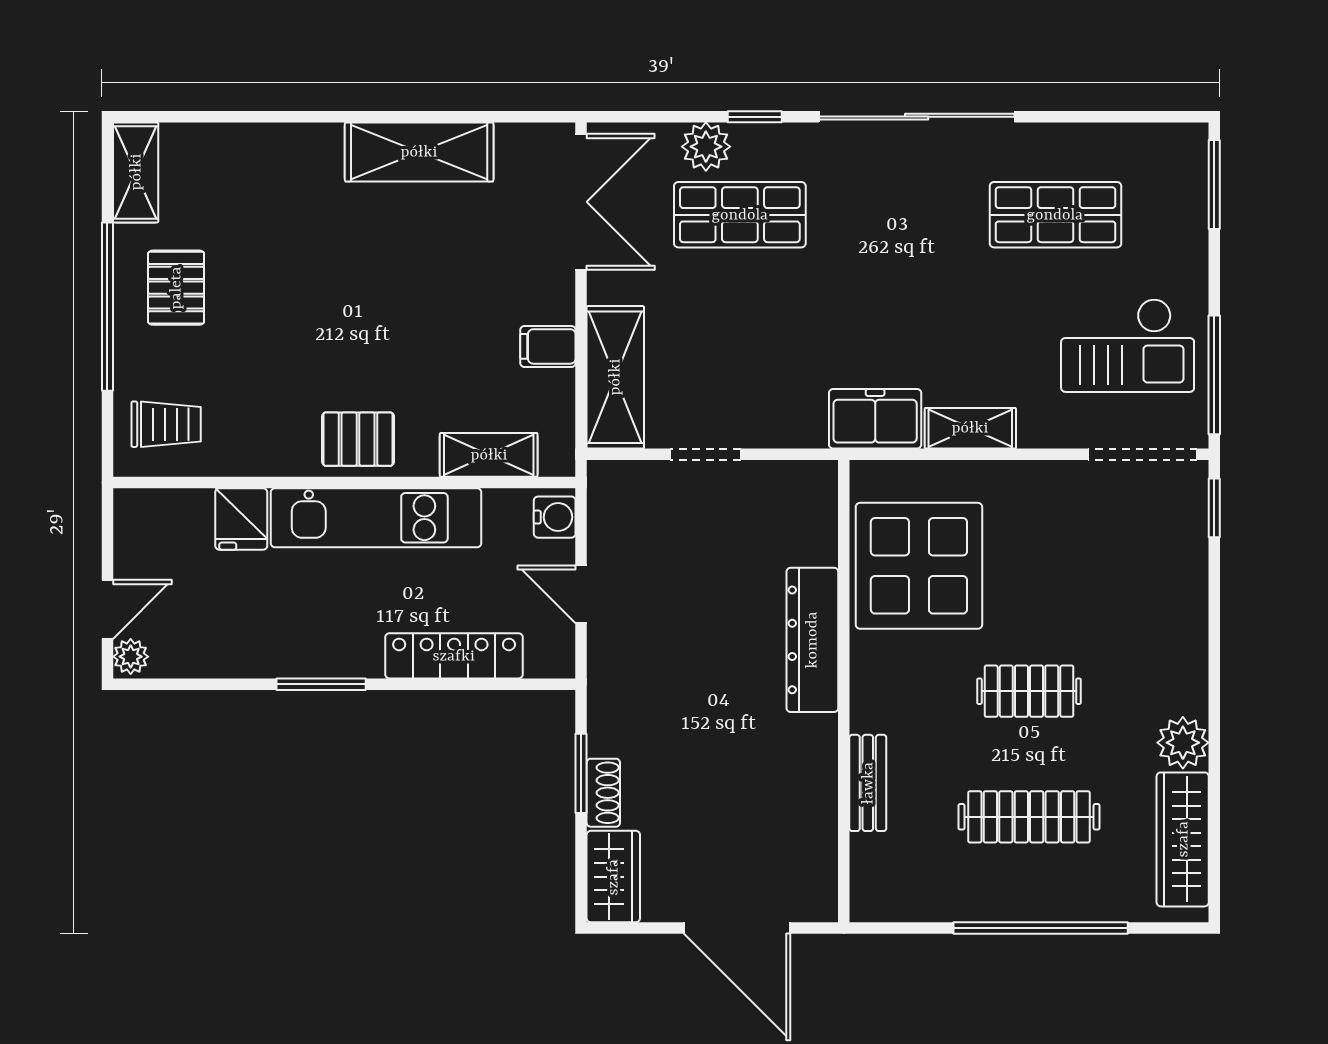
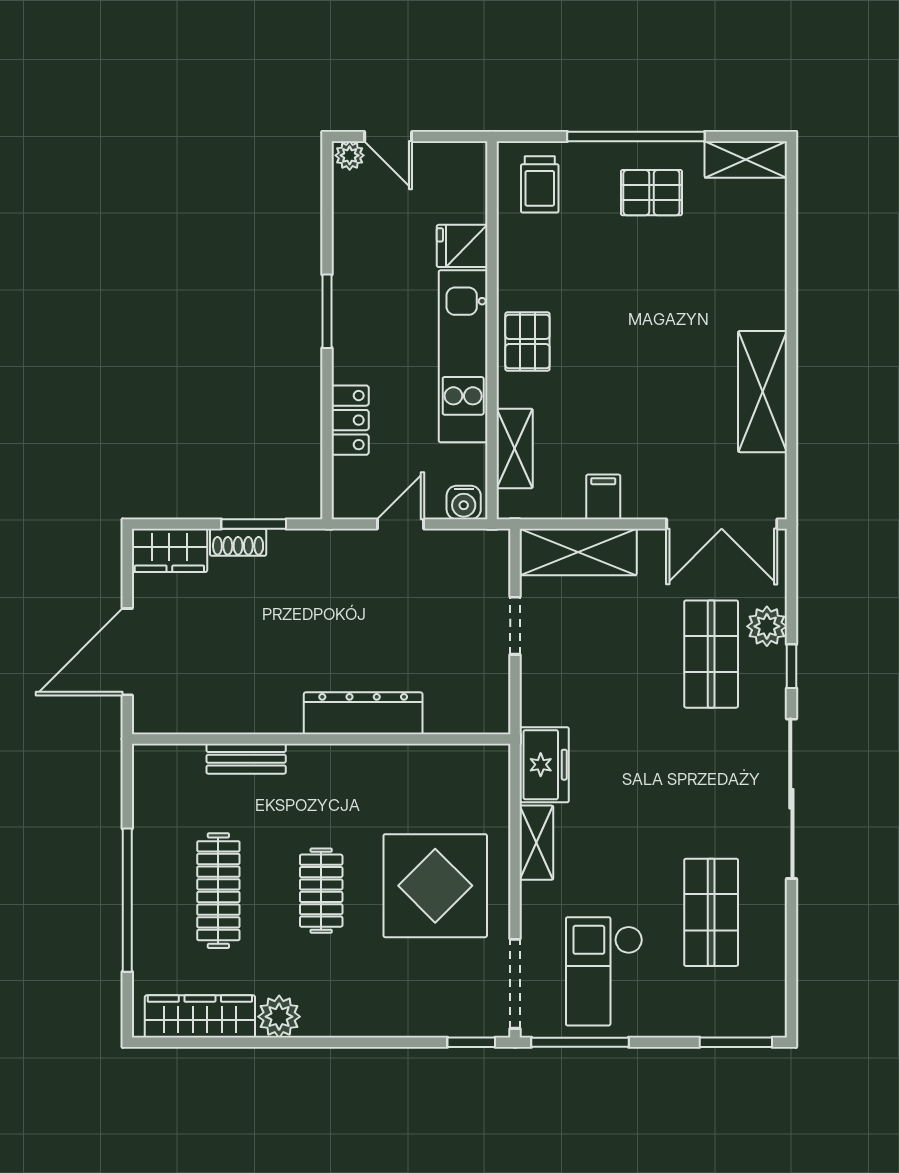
display table: (919, 566) -> (435, 886), moved
locker: (454, 656) -> (350, 420), width x0.66

